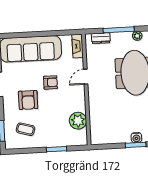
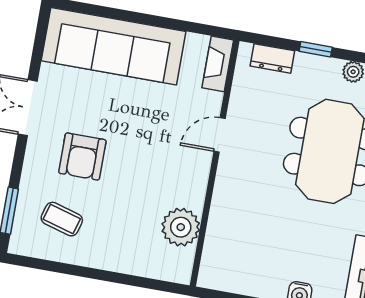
window: (119, 30) -> (316, 49), width x0.46
armchair: (50, 82) -> (140, 130), removed
window: (56, 149) -> (119, 278), removed

